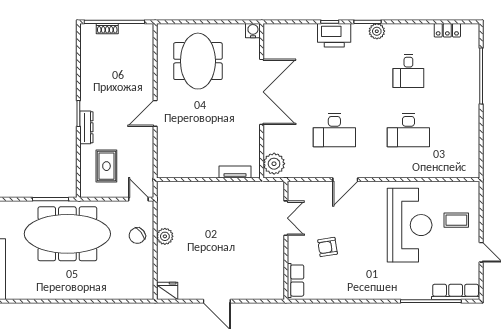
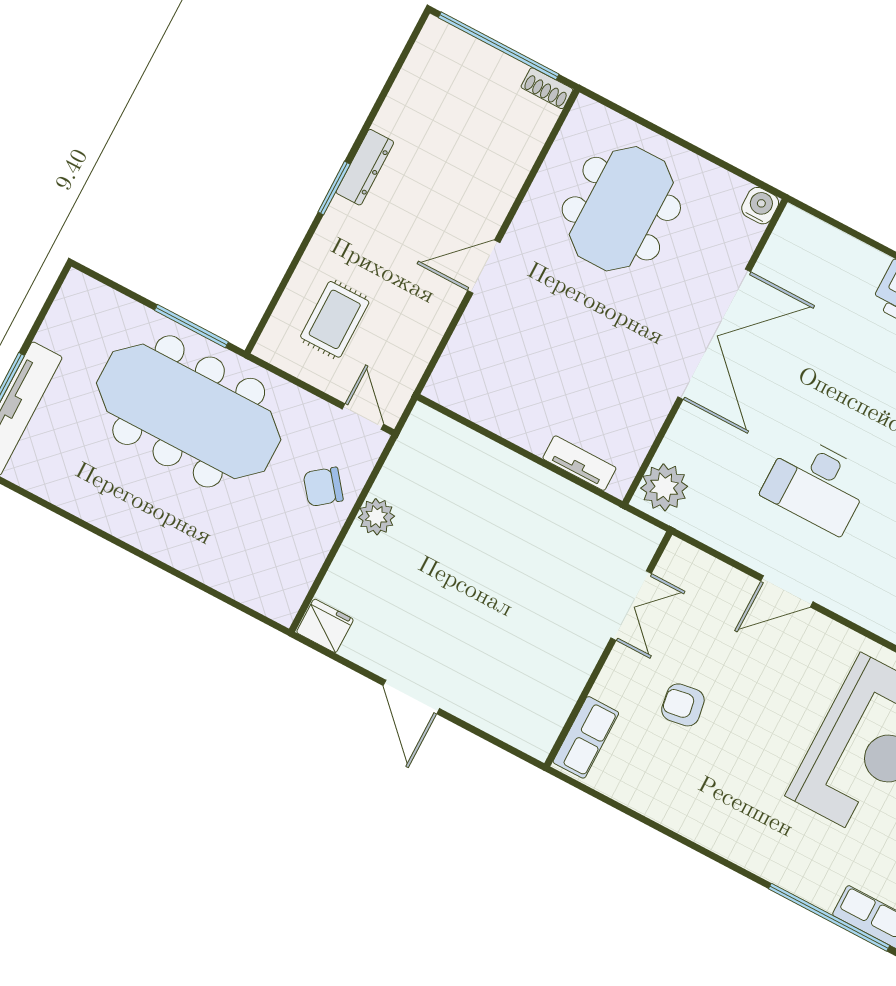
shoe rack: (107, 29) -> (547, 88), moved
dresser: (86, 127) -> (365, 167), moved

